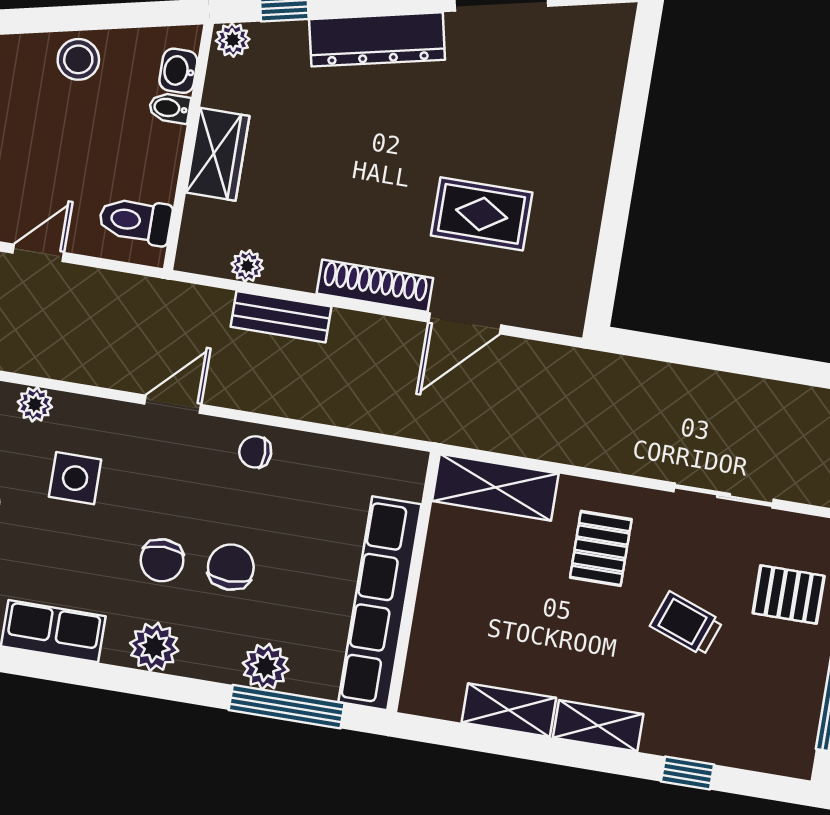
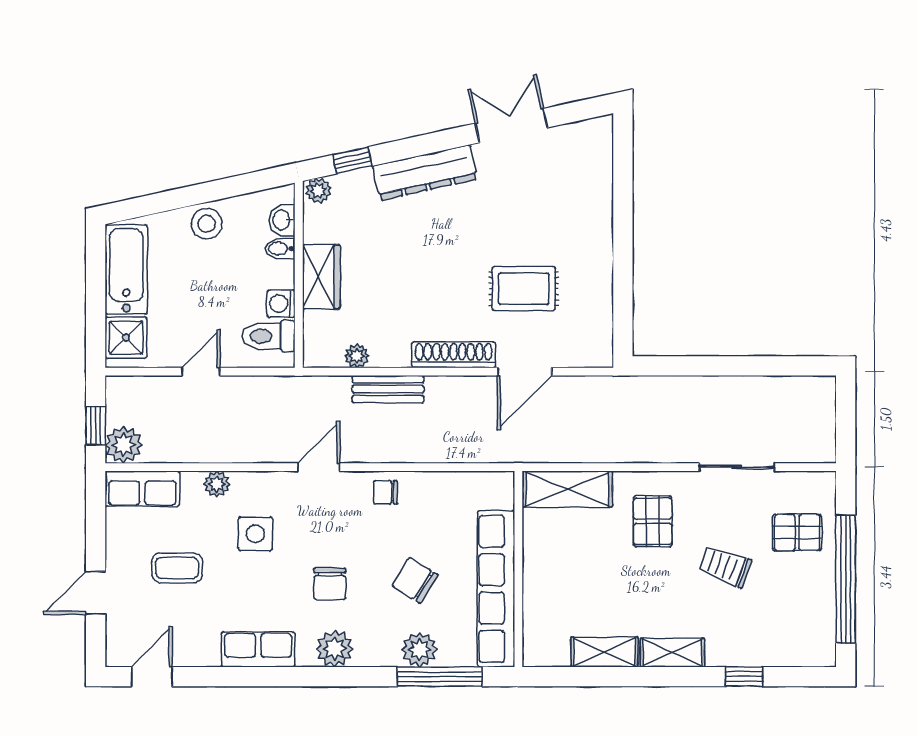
washing machine: (159, 181) -> (281, 304), added
chair: (231, 567) -> (415, 580), moved, turned -58

